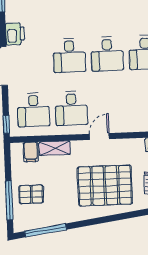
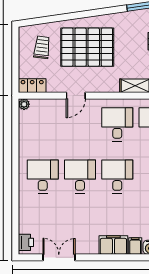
door: (99, 136) -> (76, 96), moved

